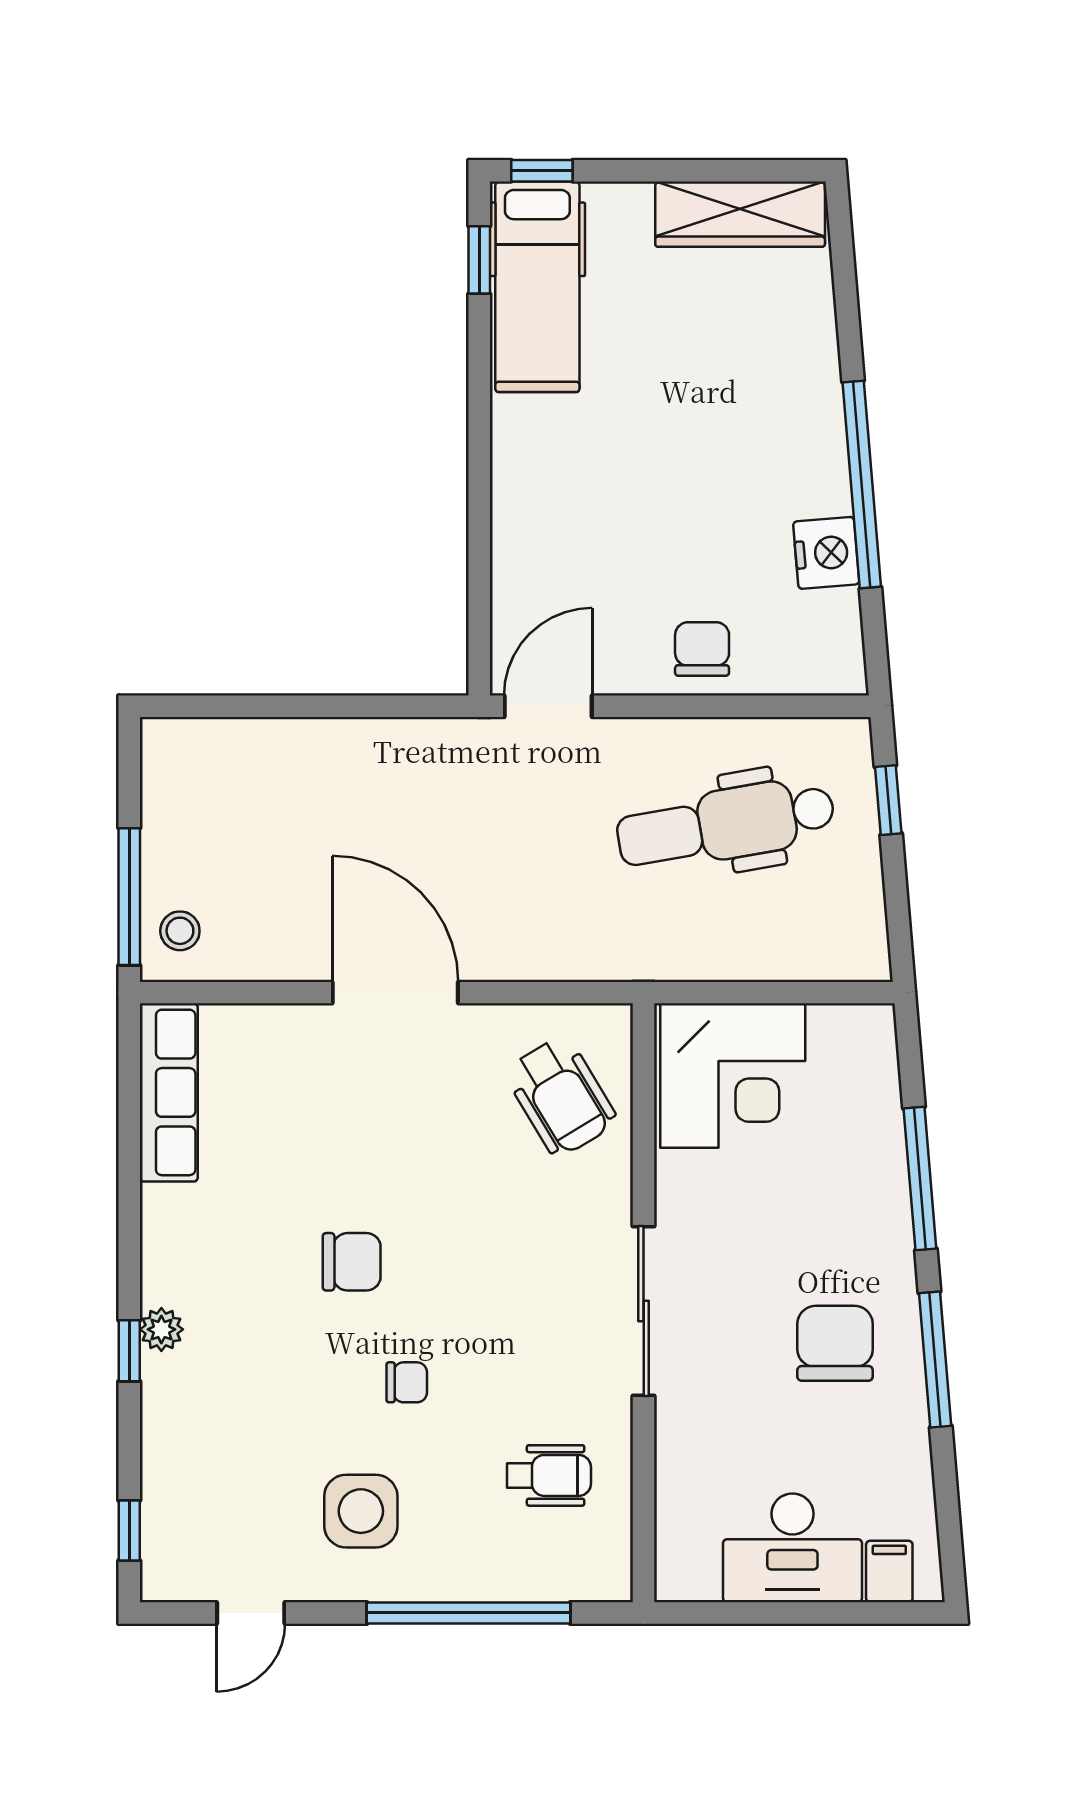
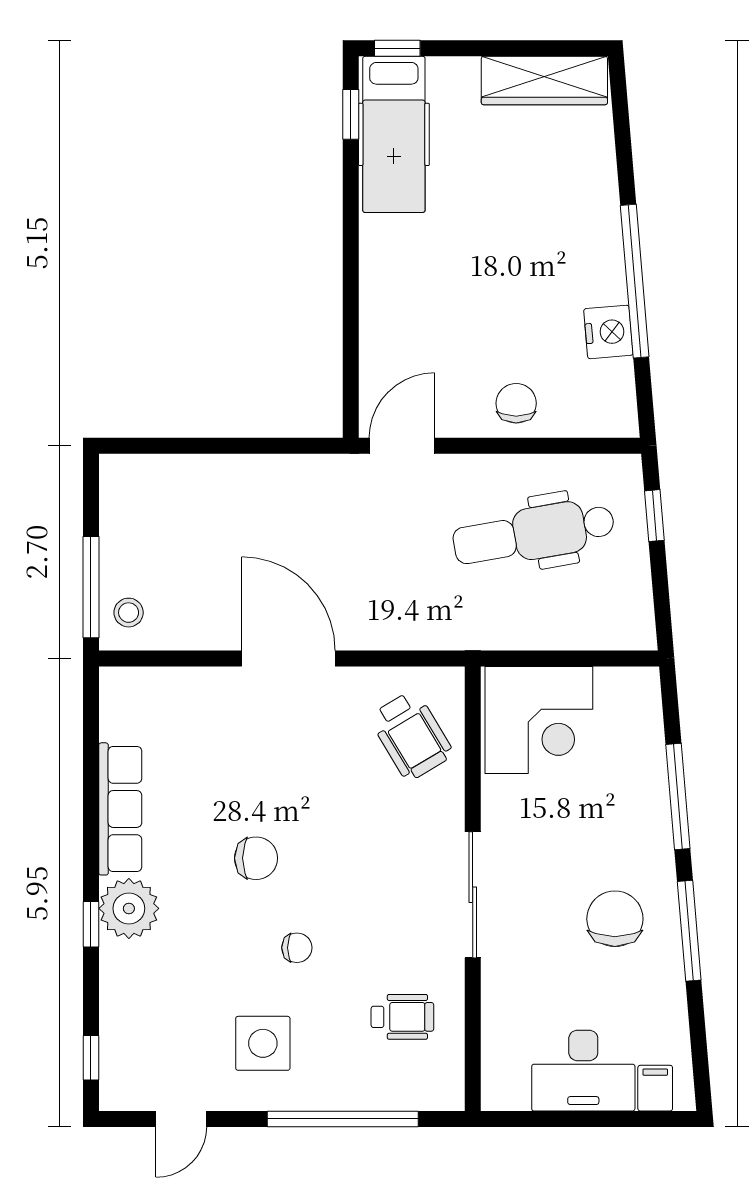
row of seats: (169, 1092) -> (120, 809), moved
plant: (161, 1329) -> (129, 908), width x1.87, depth x1.87

